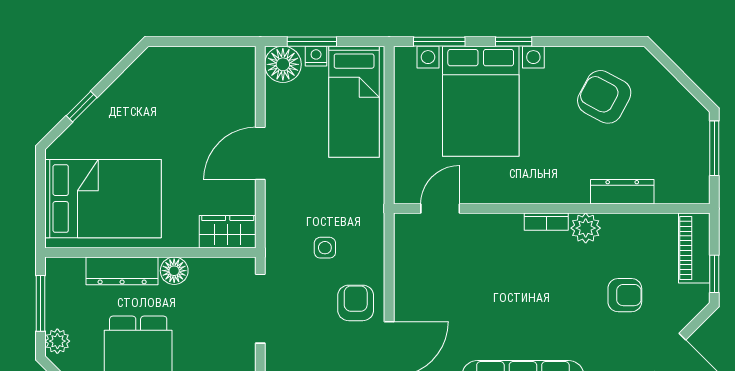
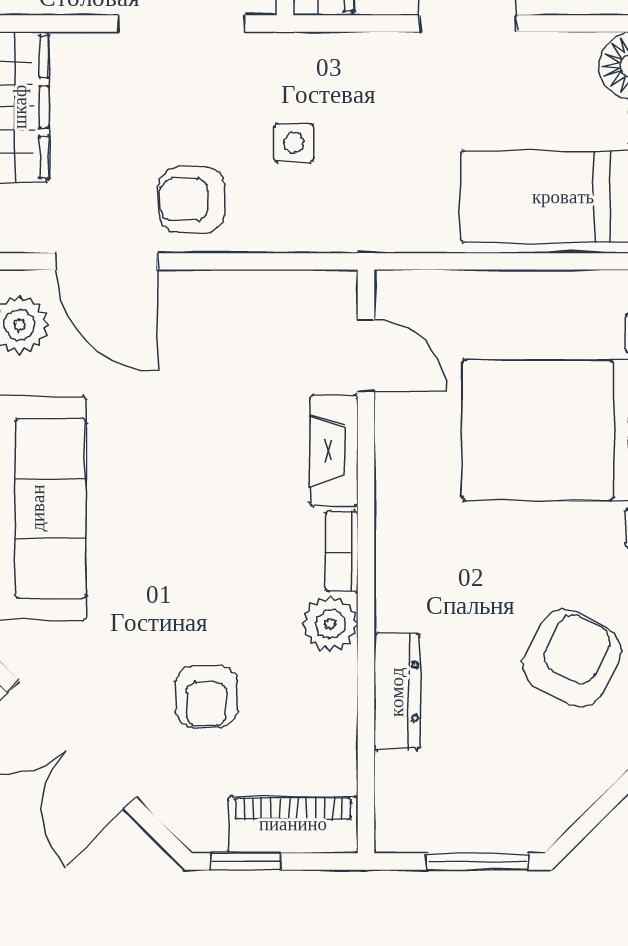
fireplace: (492, 226) -> (334, 451), added
armchair: (356, 303) -> (192, 200), turned 180

